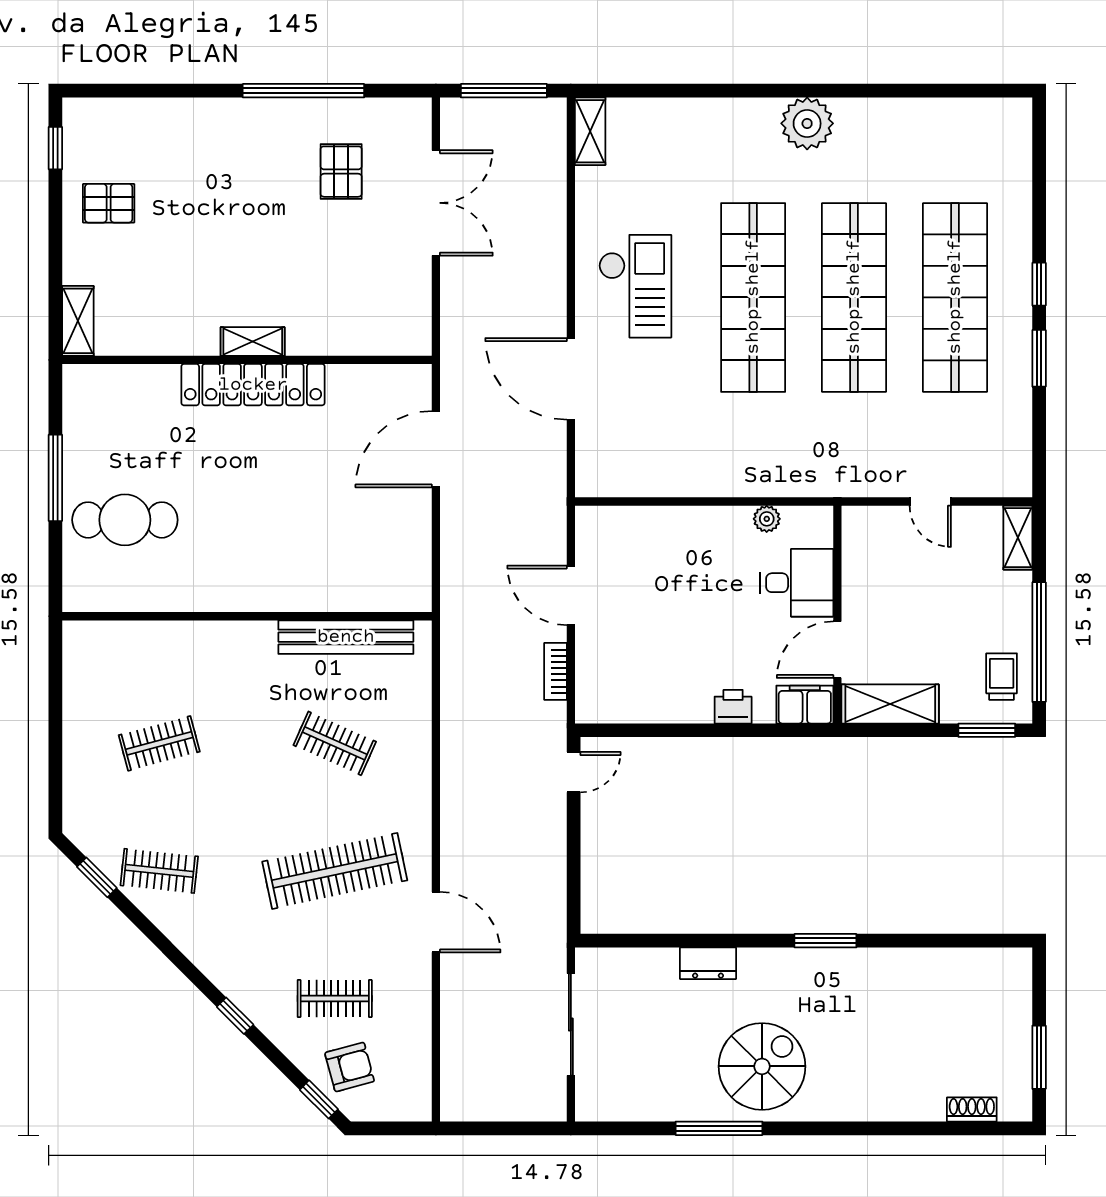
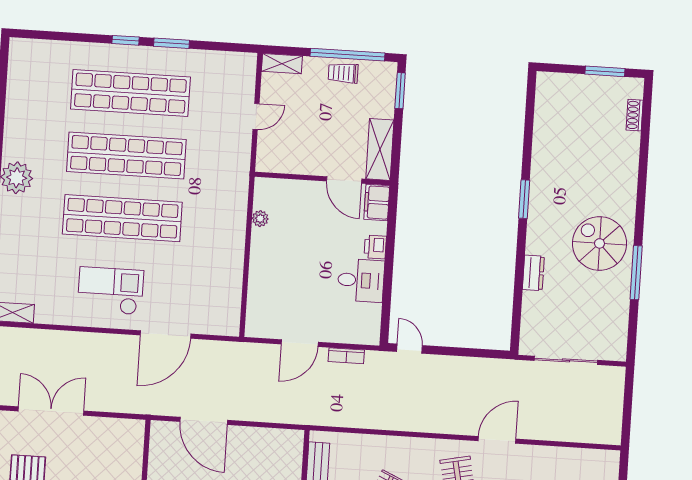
desk: (797, 583) -> (361, 280), moved, turned 90
trolley: (1002, 677) -> (343, 73), moved

